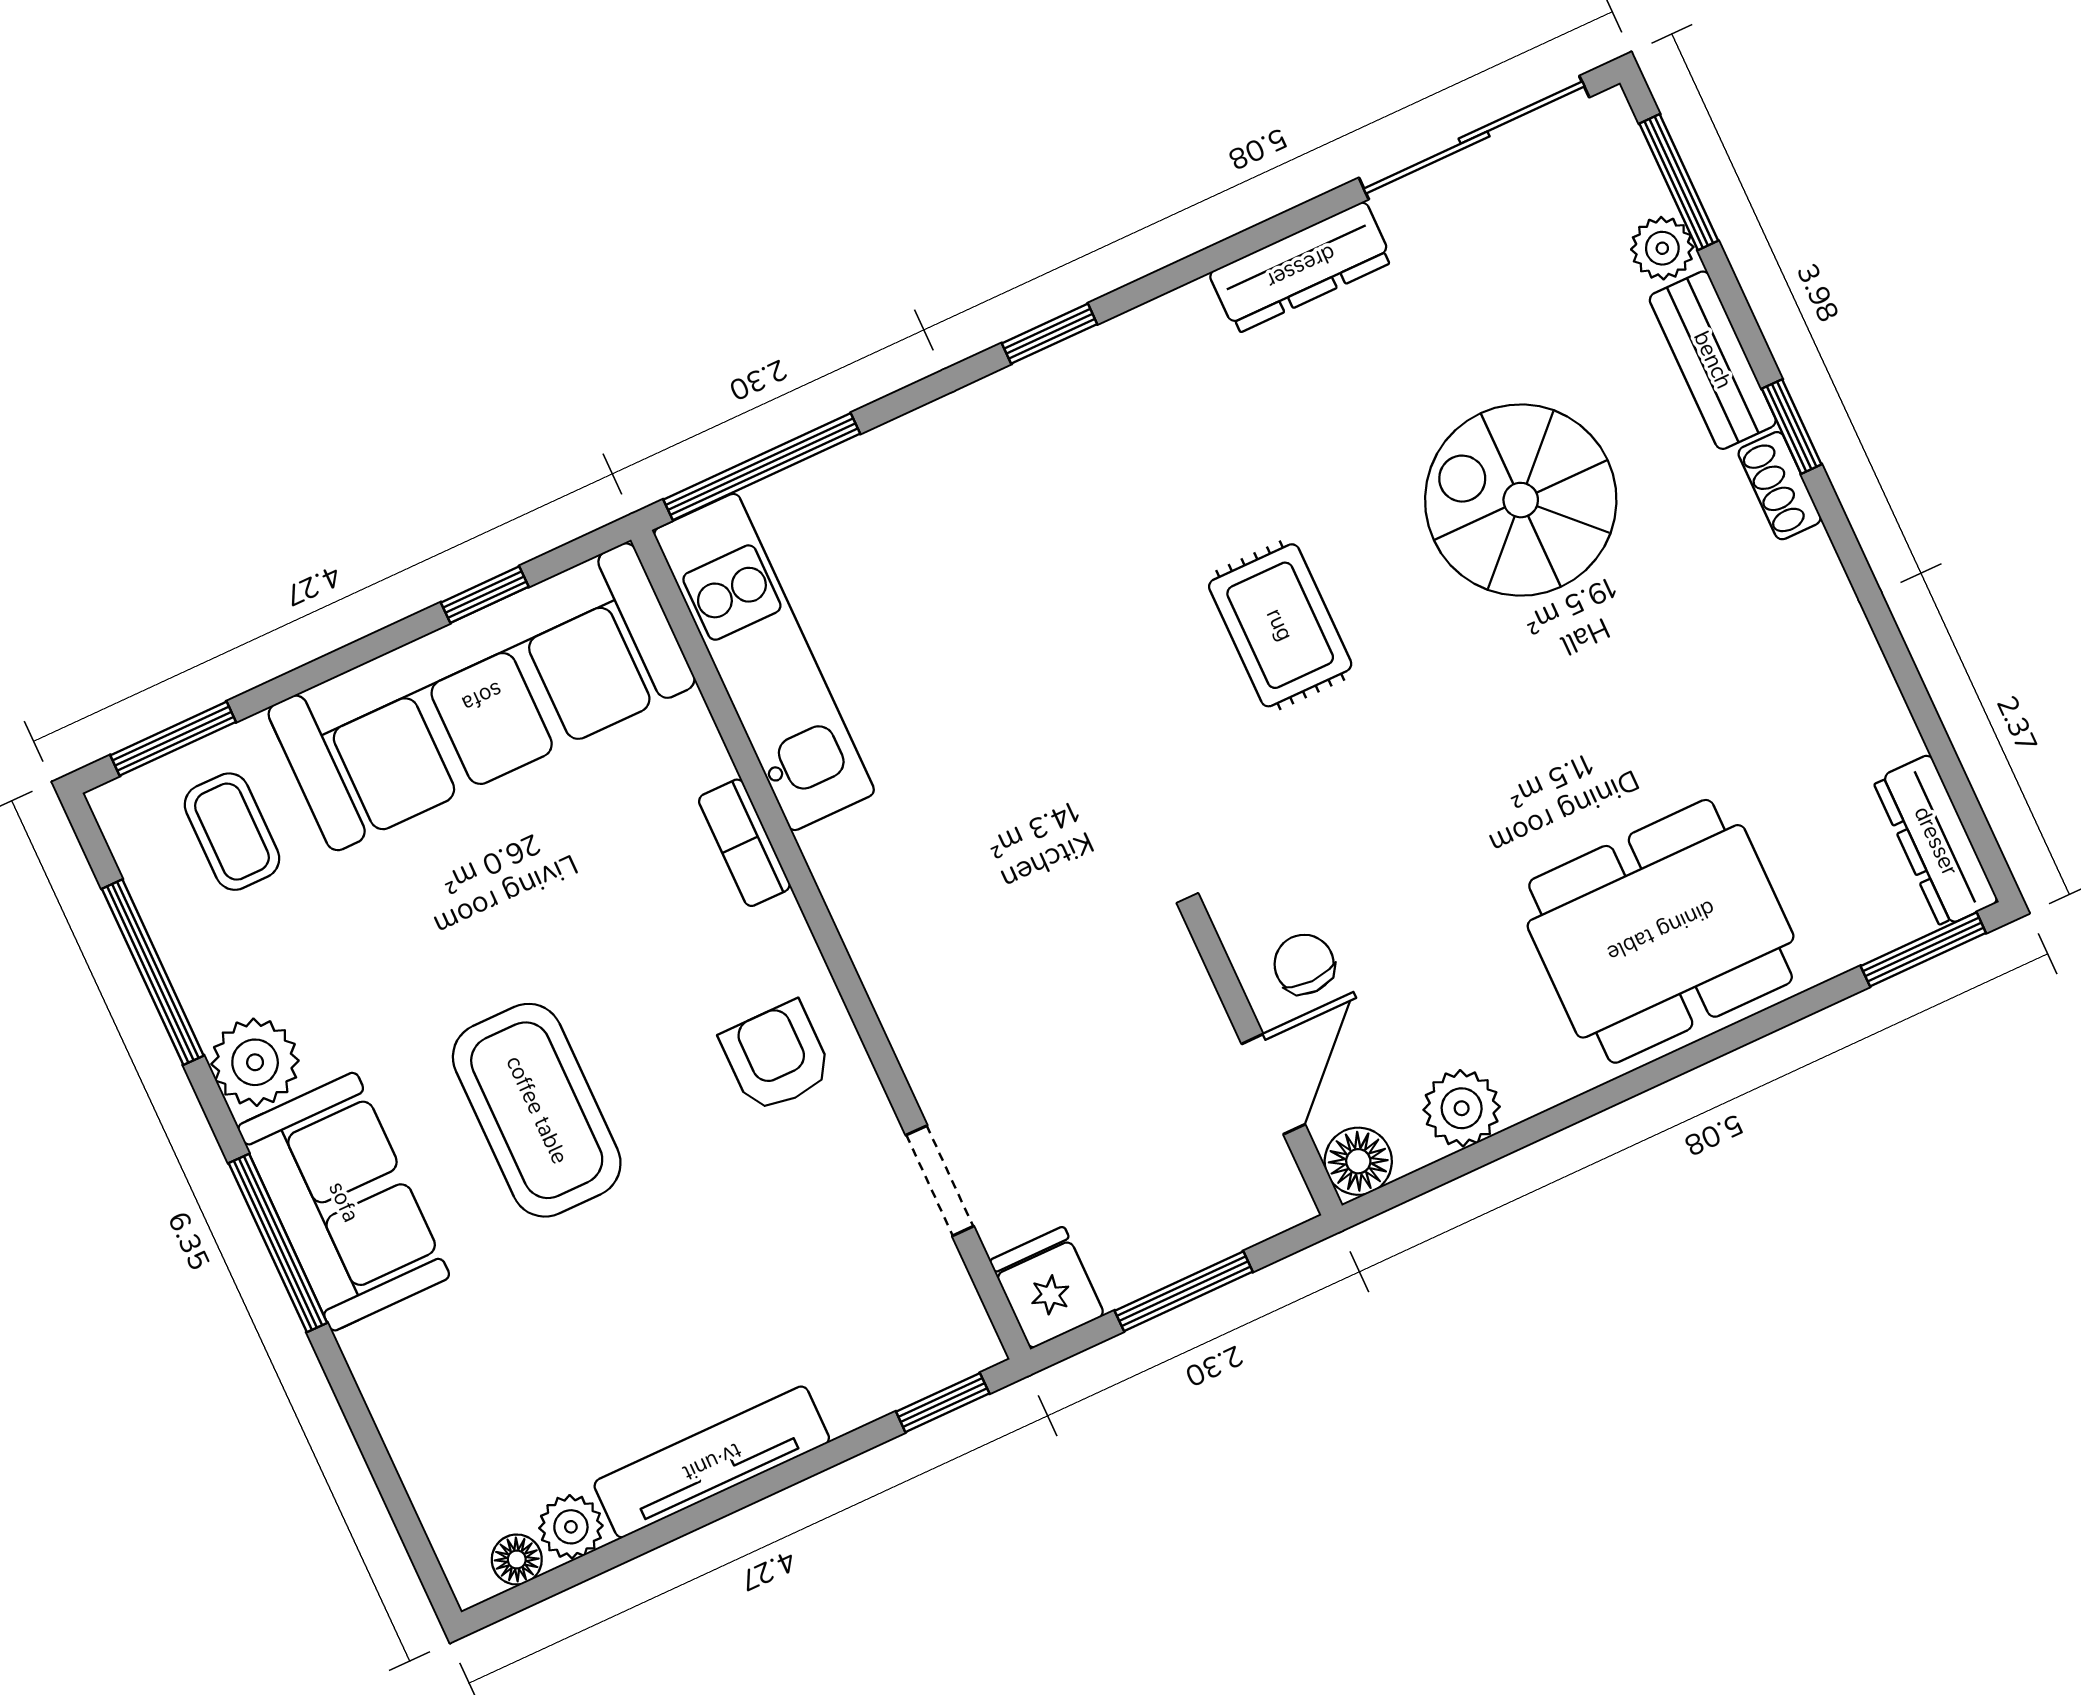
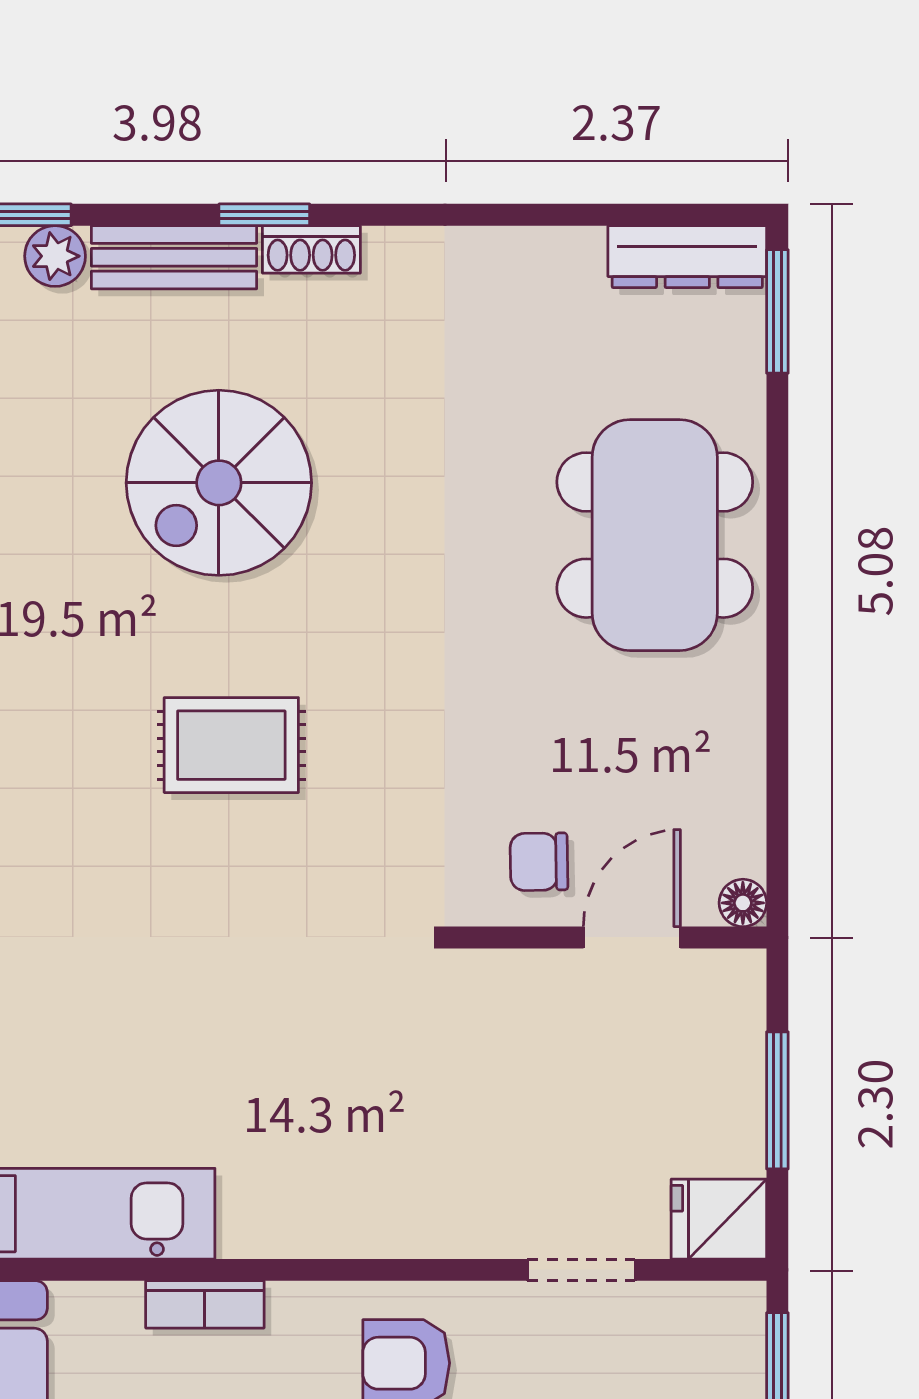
door: (1273, 1084) -> (632, 937), hinge flipped
plant: (1462, 1108) -> (729, 782), removed
floor lamp: (1358, 1161) -> (743, 903), width x0.73, depth x0.73

